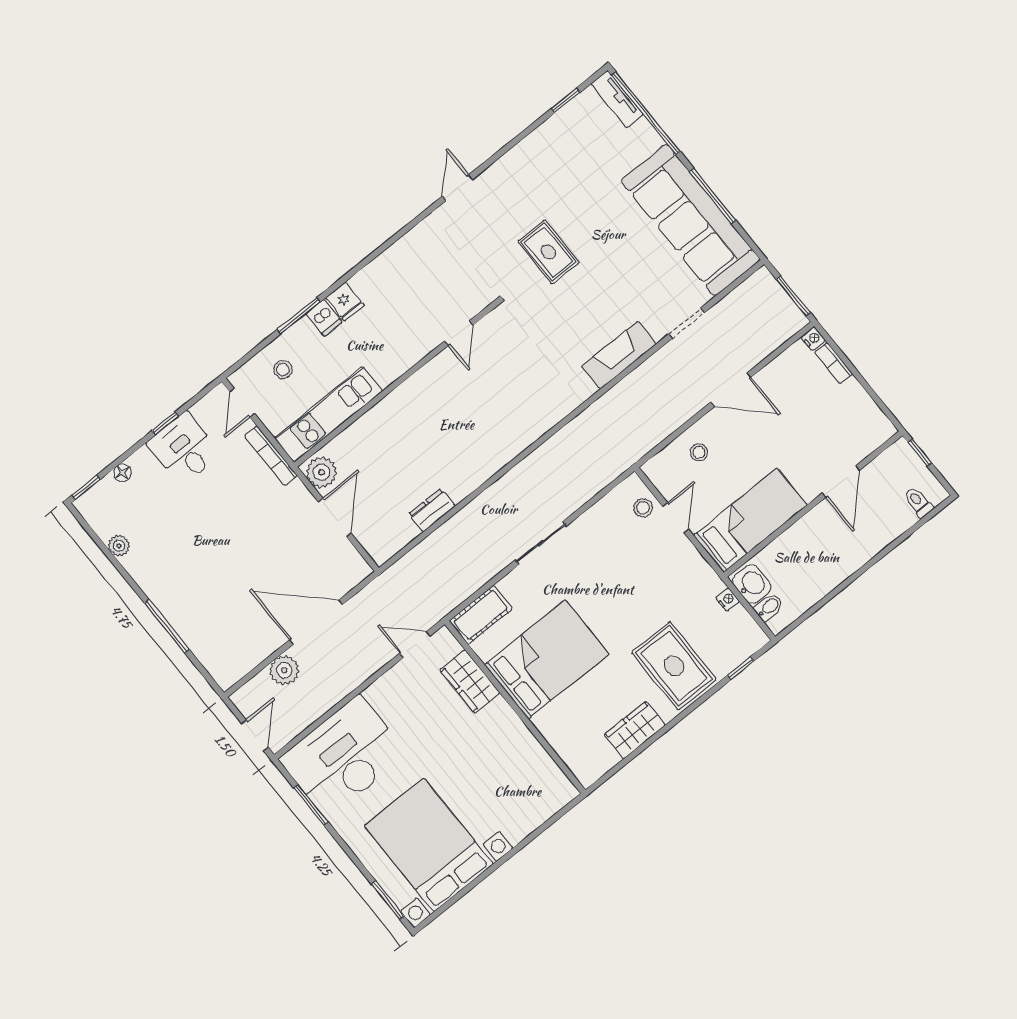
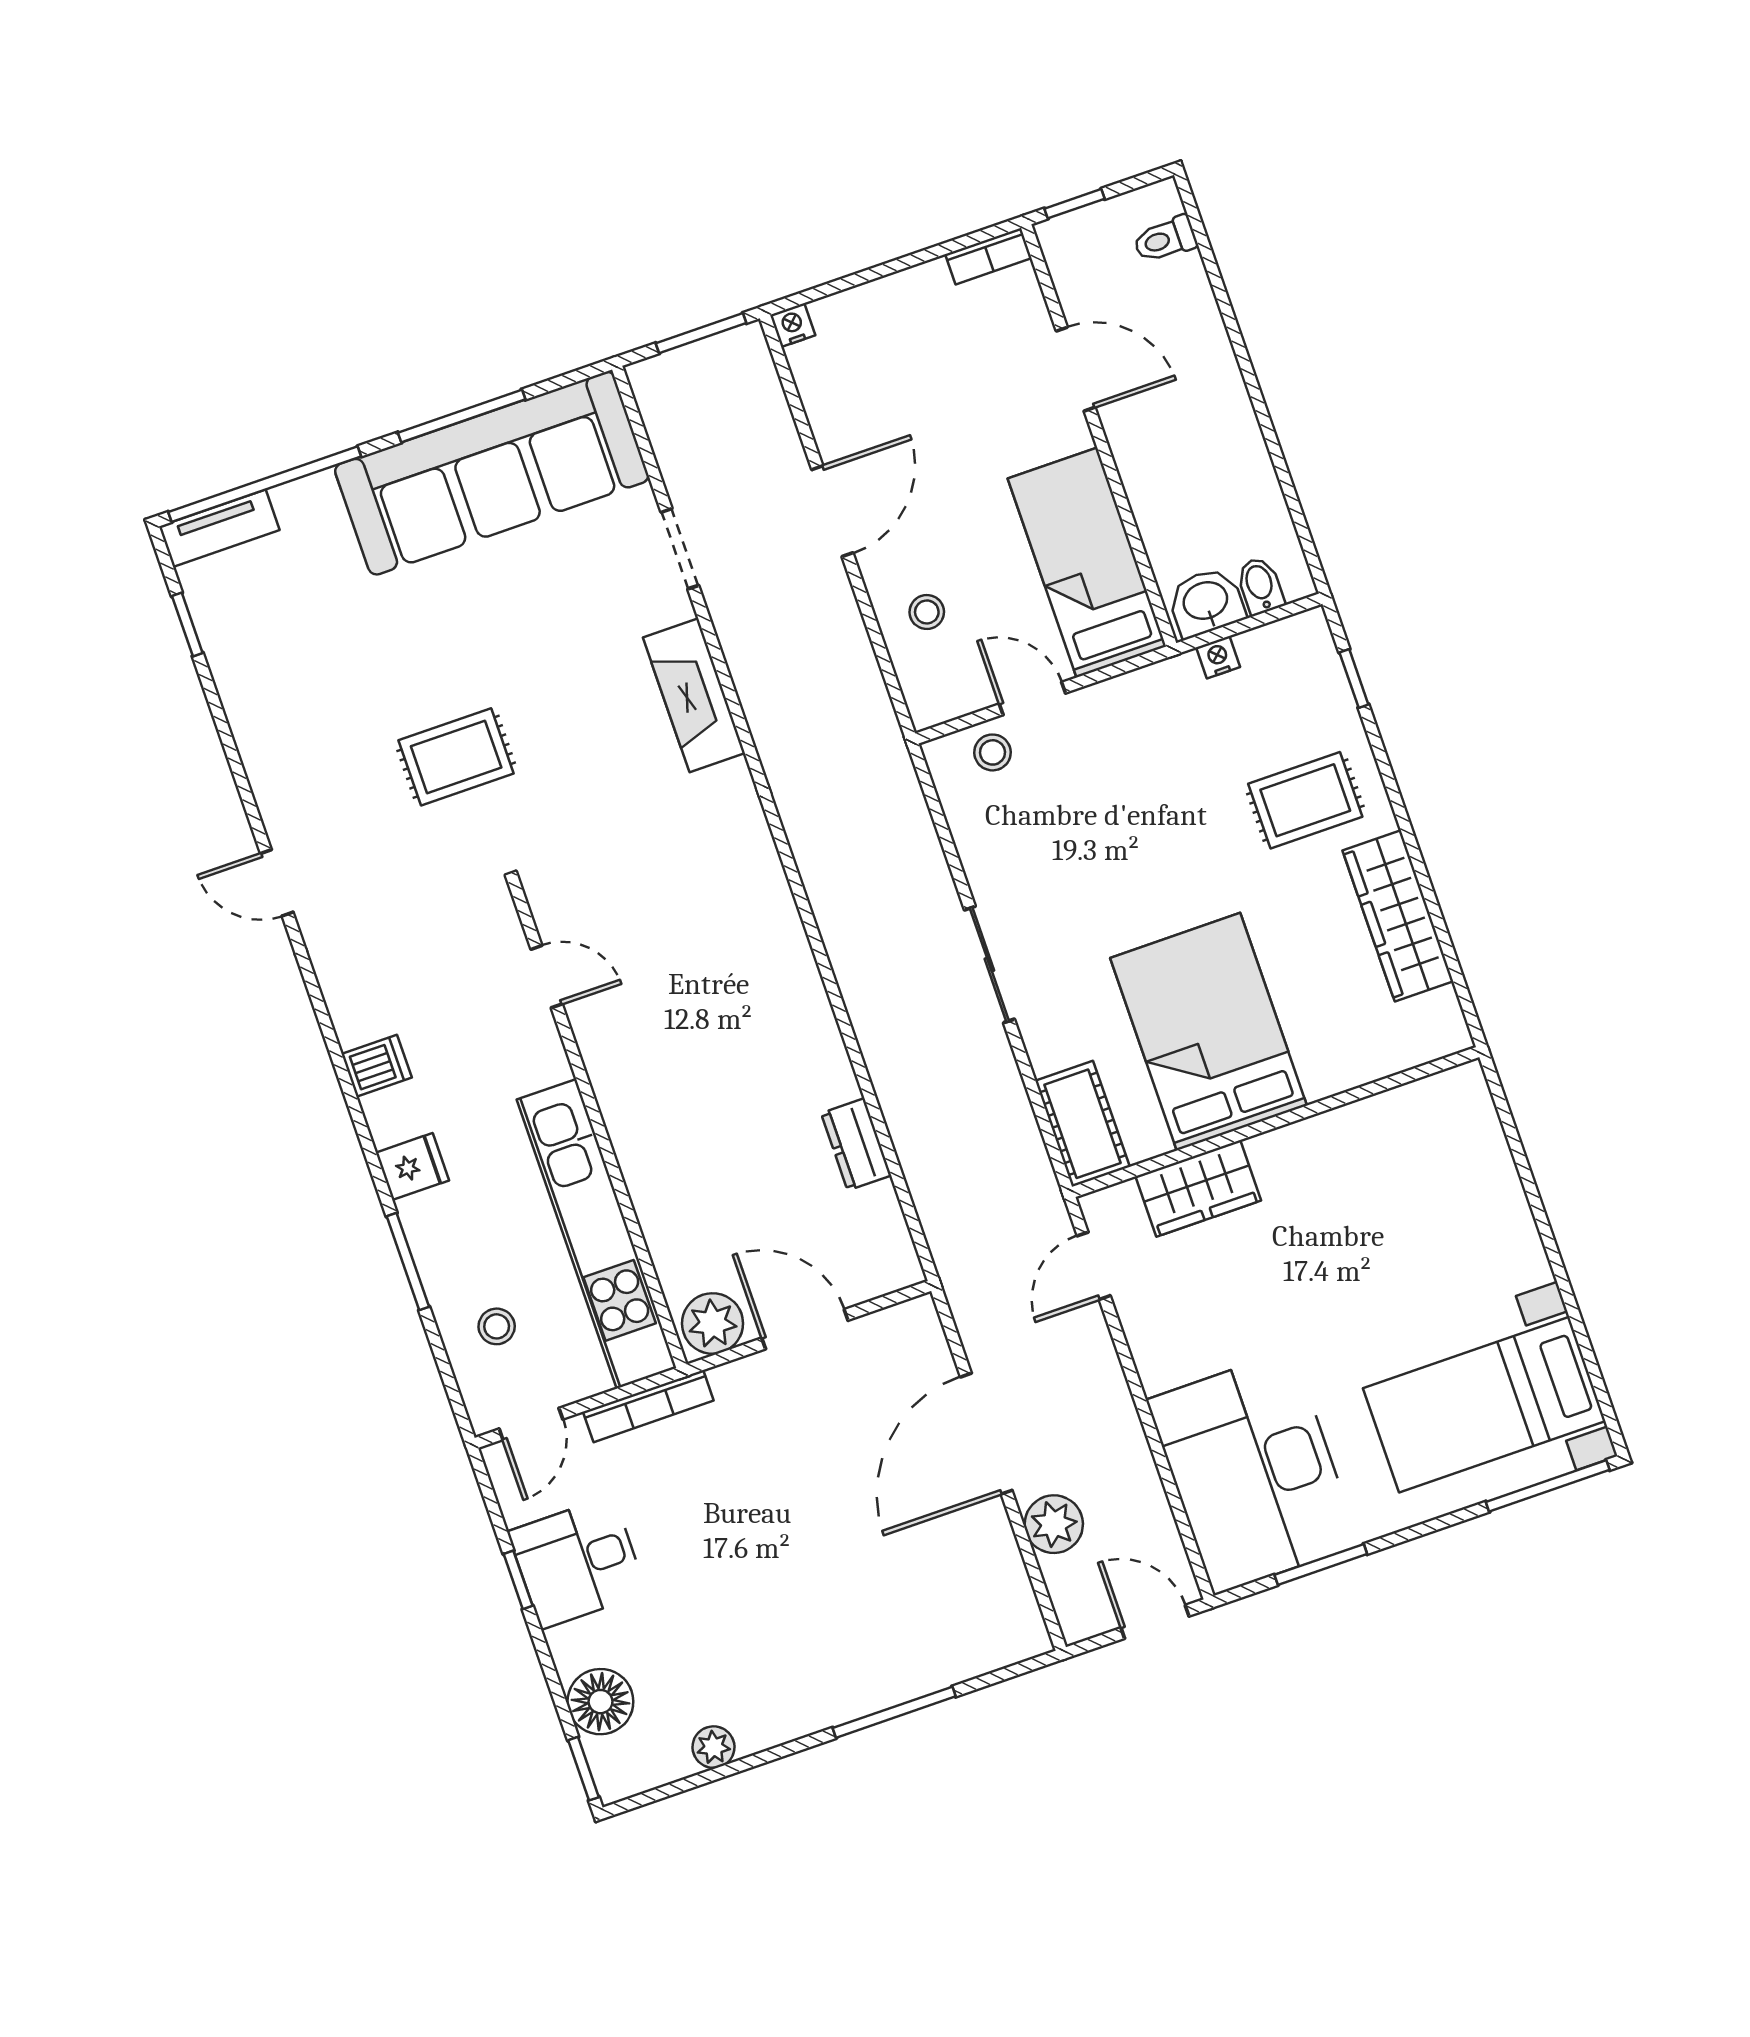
dishwasher: (324, 318) -> (377, 1066), moved
bookcase: (834, 363) -> (988, 256), moved
door: (242, 403) -> (531, 1424), hinge flipped
kitchen unit: (328, 414) -> (597, 1234), width x1.36
floor lamp: (122, 473) -> (600, 1702), width x1.89, depth x1.89
rug: (674, 666) -> (1305, 800), width x0.73, depth x0.70
wardrobe: (635, 730) -> (1398, 916), width x1.50
bed with nightstands: (429, 845) -> (1484, 1405), width x0.73
window: (388, 900) -> (1548, 1486), width x1.44

